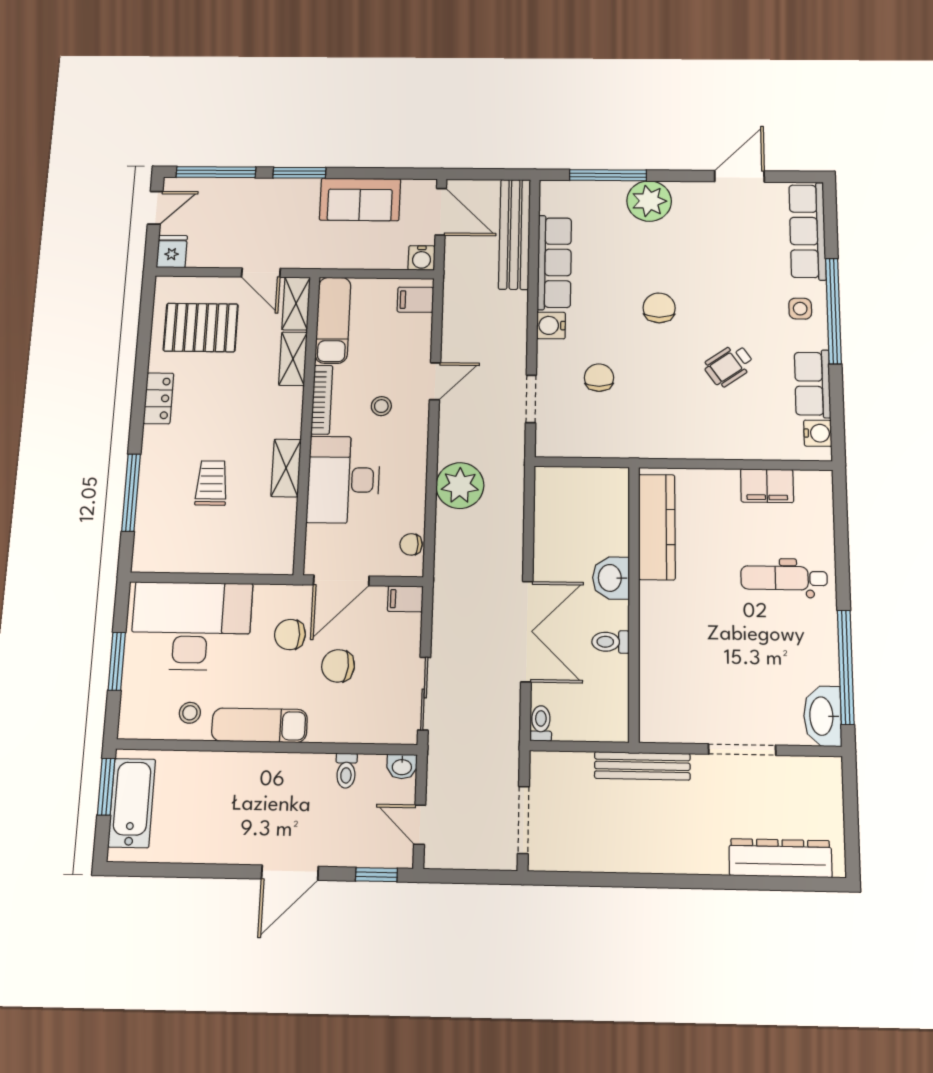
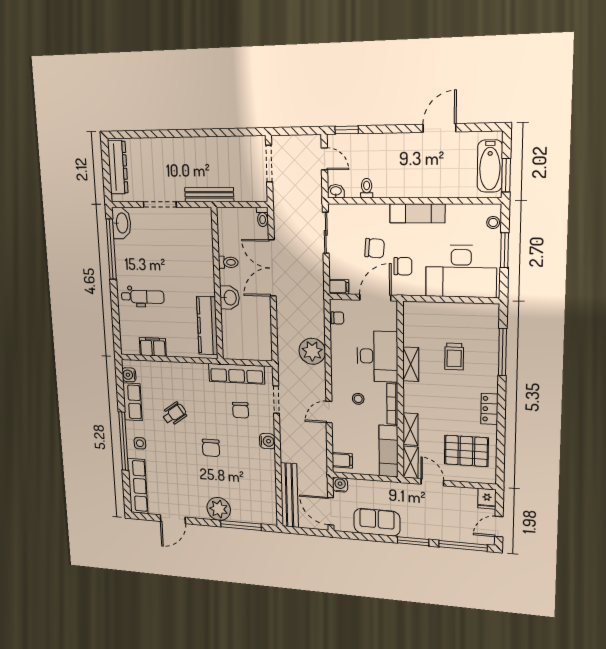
row of seats: (554, 262) -> (237, 374), moved, turned -90
stool: (190, 713) -> (493, 222), moved
dresser: (780, 858) -> (118, 167), moved, turned -90
door: (290, 873) -> (439, 128), moved

